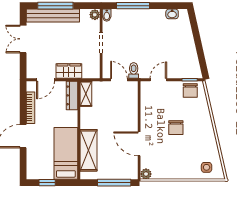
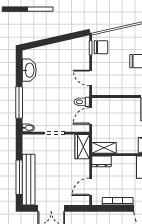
washbasin: (172, 14) -> (29, 70), width x1.91, depth x1.45
plant: (95, 15) -> (28, 139), removed
wardrobe: (69, 71) -> (82, 147), moved
door: (45, 80) -> (91, 187), swing flipped
dresser: (72, 95) -> (101, 161), width x0.70

